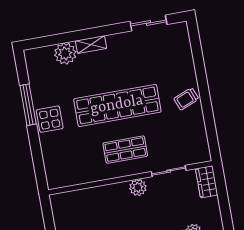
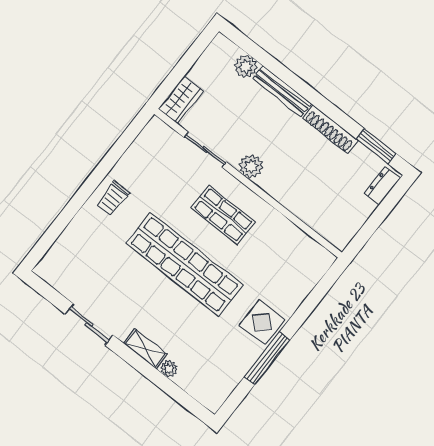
sliding door: (149, 23) -> (89, 325), moved
plant: (65, 54) -> (169, 369), width x0.53, depth x0.53
trolley: (186, 99) -> (113, 198), turned 112

